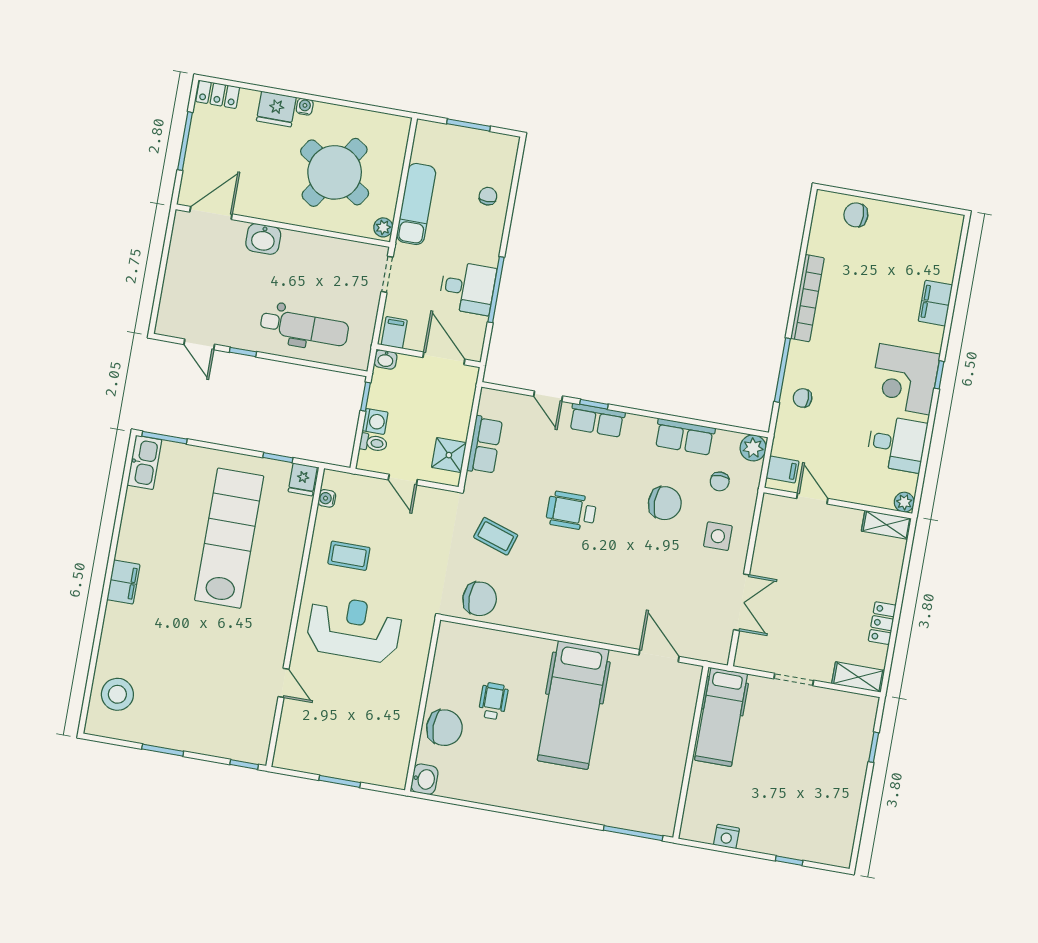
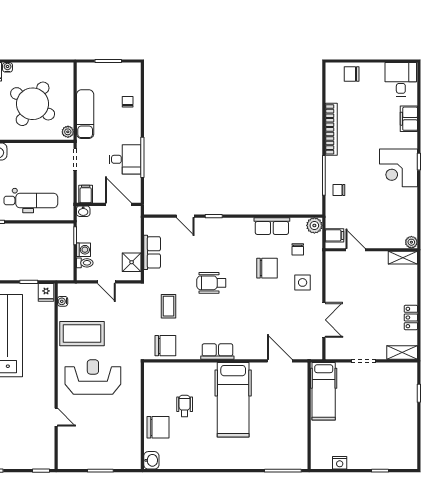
row of seats: (597, 420) -> (217, 352), moved, turned 180
desk: (897, 444) -> (401, 79), moved, turned -90
coffee table: (496, 536) -> (168, 306), turned 72
coffee table: (349, 556) -> (82, 334), width x1.86, depth x1.72

